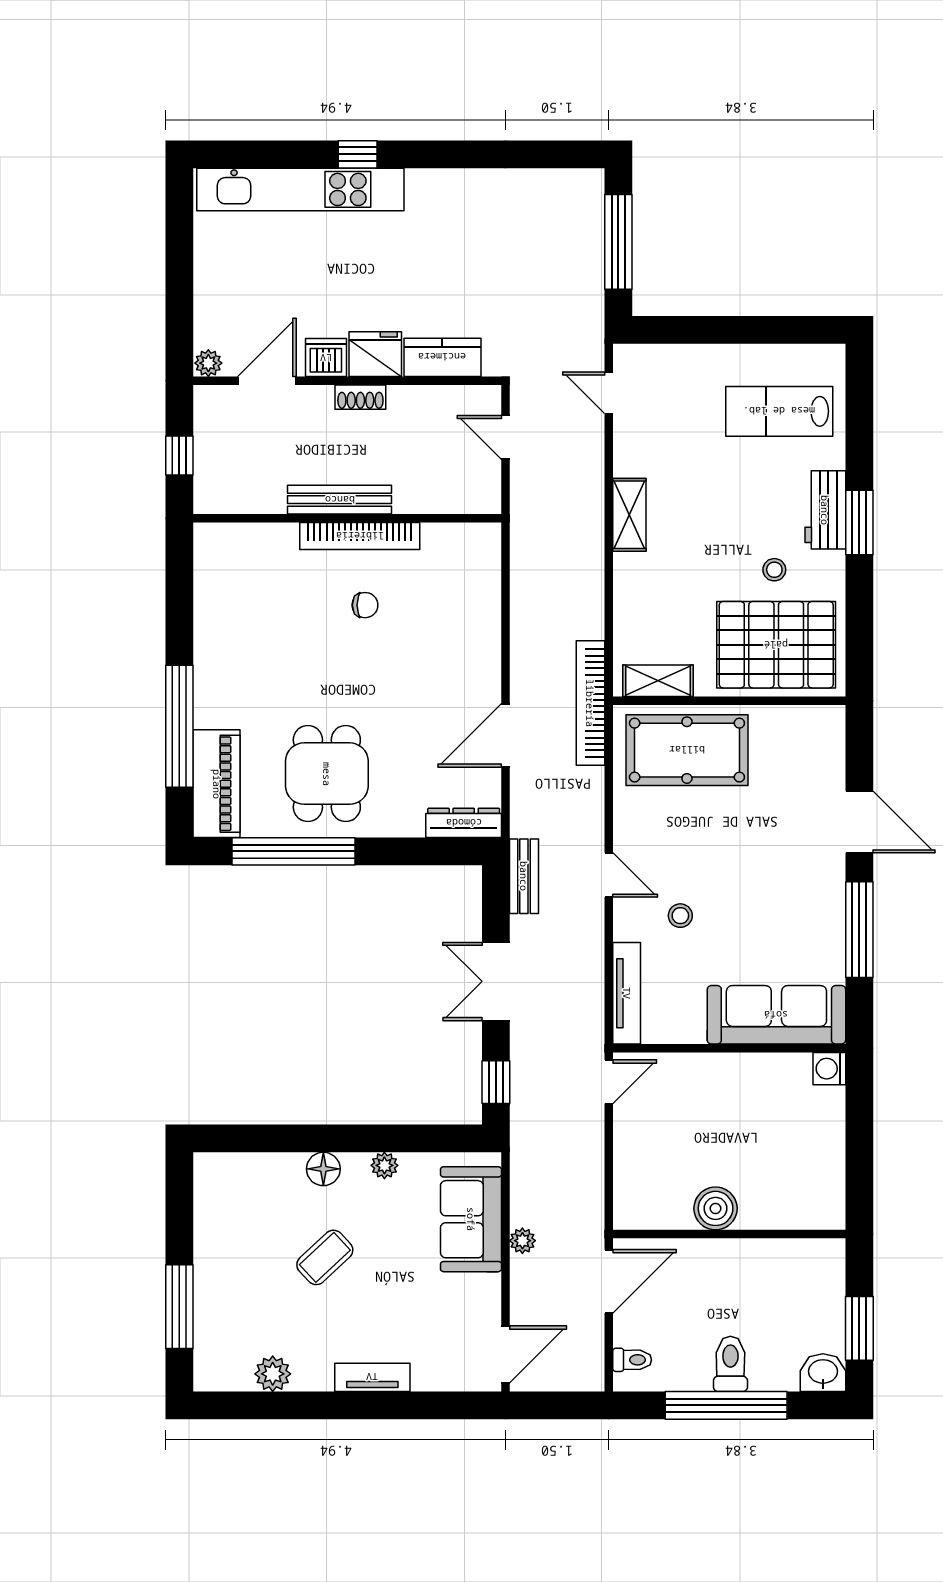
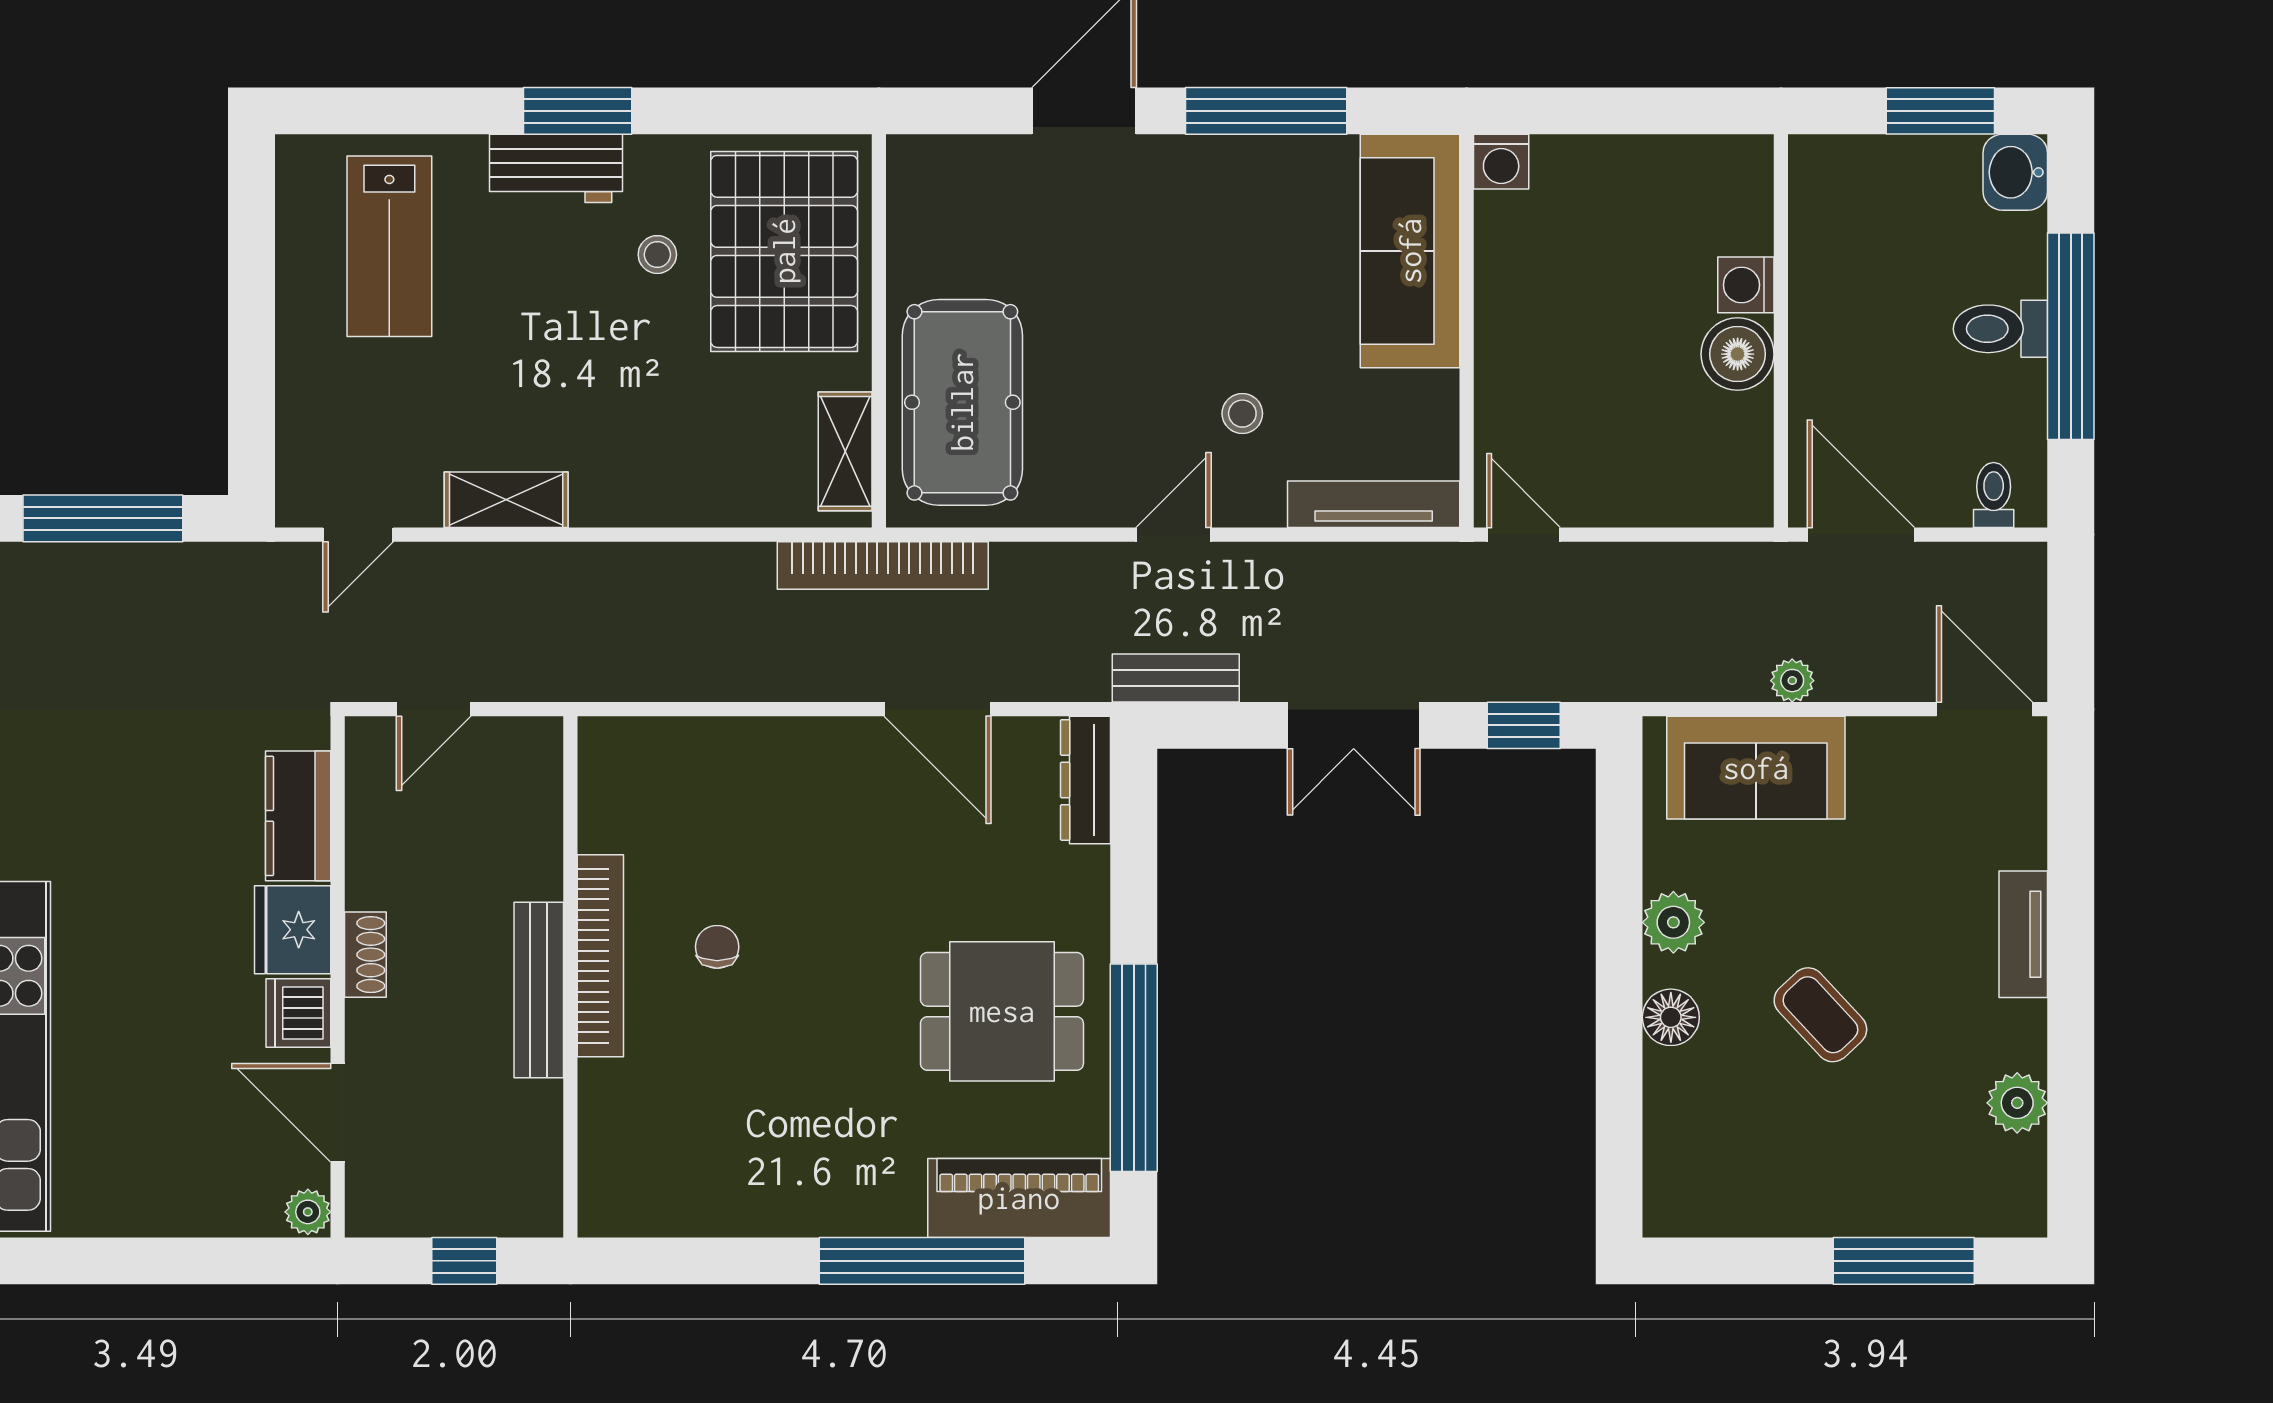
shelving: (629, 515) -> (506, 500), moved
plant: (384, 1165) -> (1673, 922), width x1.38, depth x1.38
washing machine: (756, 1213) -> (1746, 285), added

